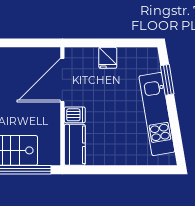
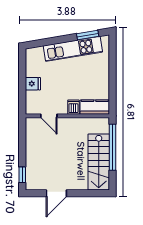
door: (62, 80) -> (49, 116), width x0.53
window: (167, 80) -> (88, 35), moved

